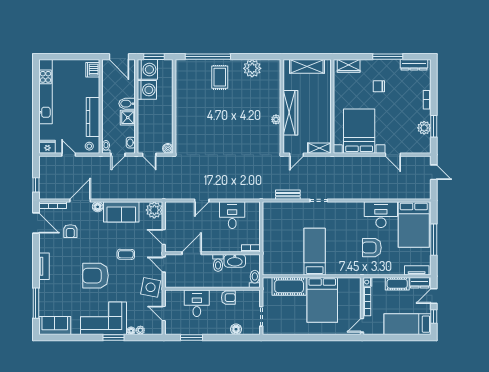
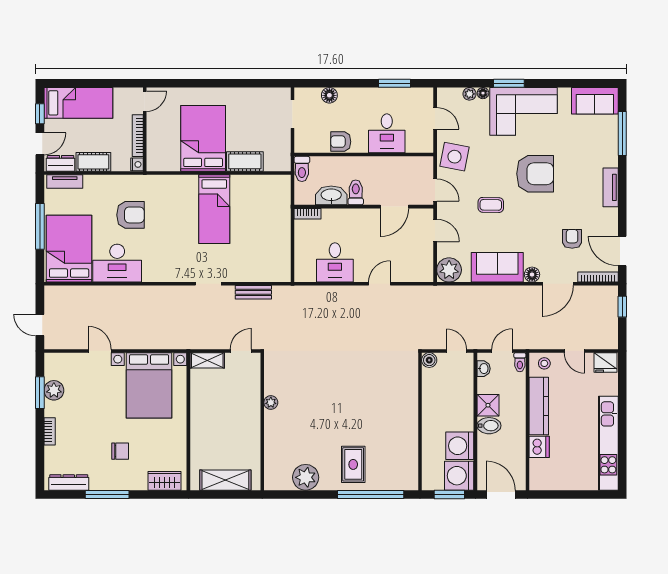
dishwasher: (93, 70) -> (539, 447), moved
wardrobe: (290, 113) -> (250, 412), removed
cot: (289, 286) -> (245, 161), width x0.73, depth x0.75

